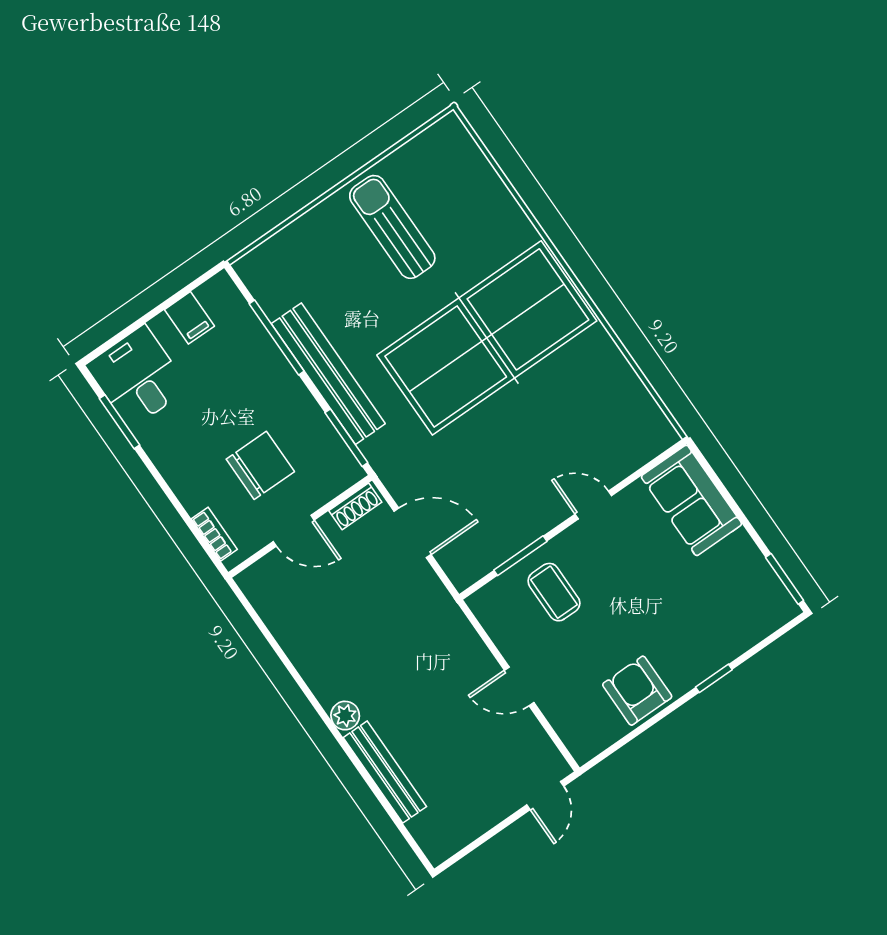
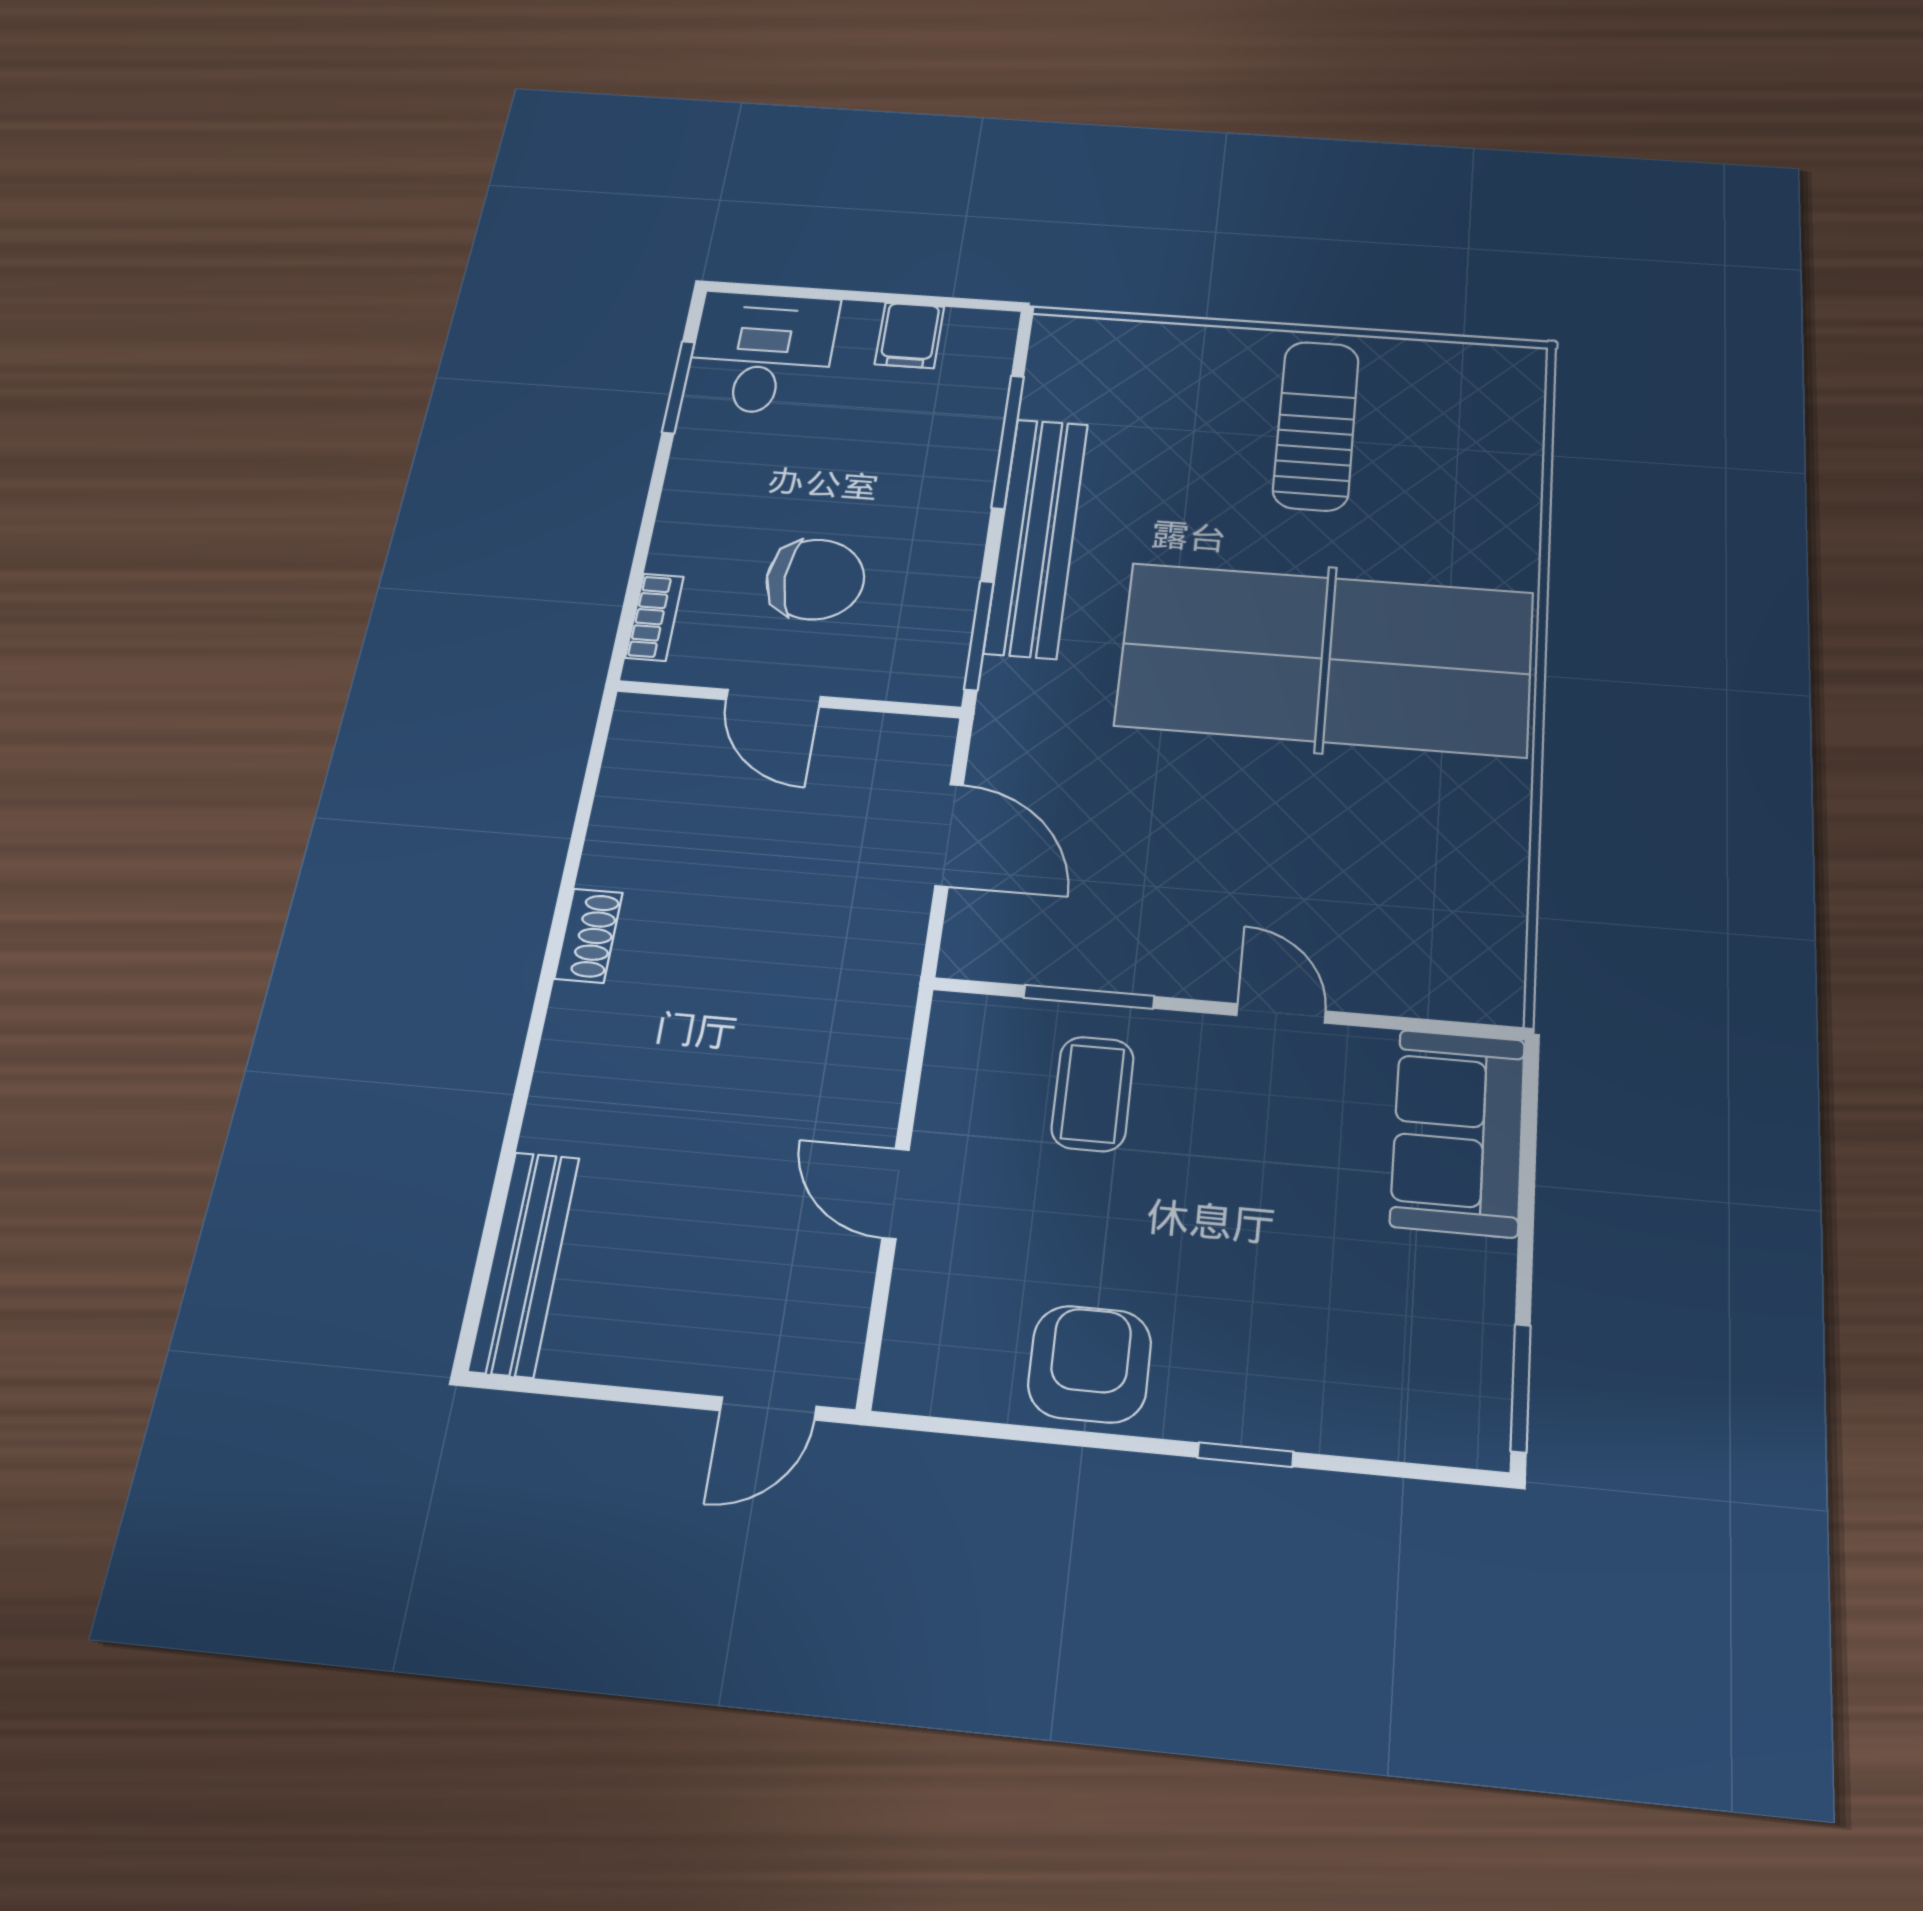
shoe rack: (355, 506) -> (589, 935), moved, turned -90
plant: (345, 716) -> (577, 1014), removed
bench: (385, 772) -> (524, 1263), moved

